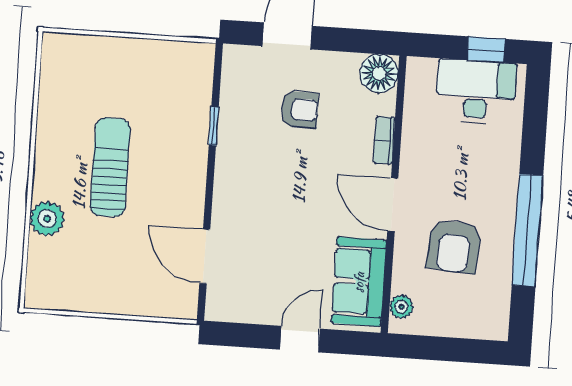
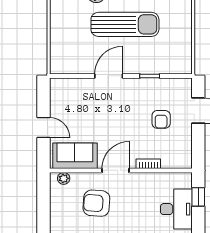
window: (486, 50) -> (198, 197), moved
floor lamp: (379, 73) -> (182, 159), removed
sun lounger: (110, 167) -> (125, 24), width x1.36, depth x1.34
door: (205, 256) -> (109, 76), moved

